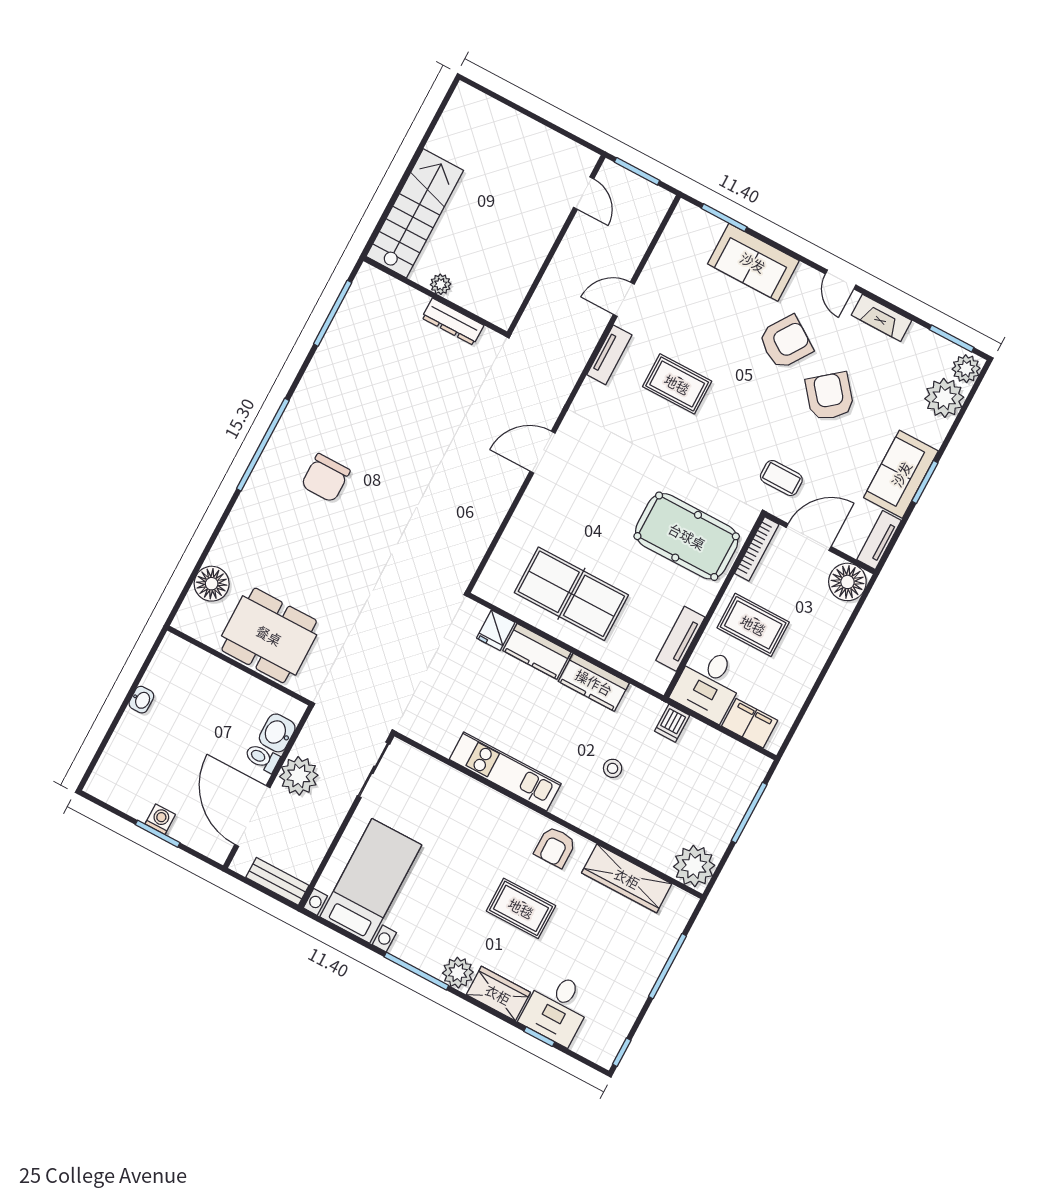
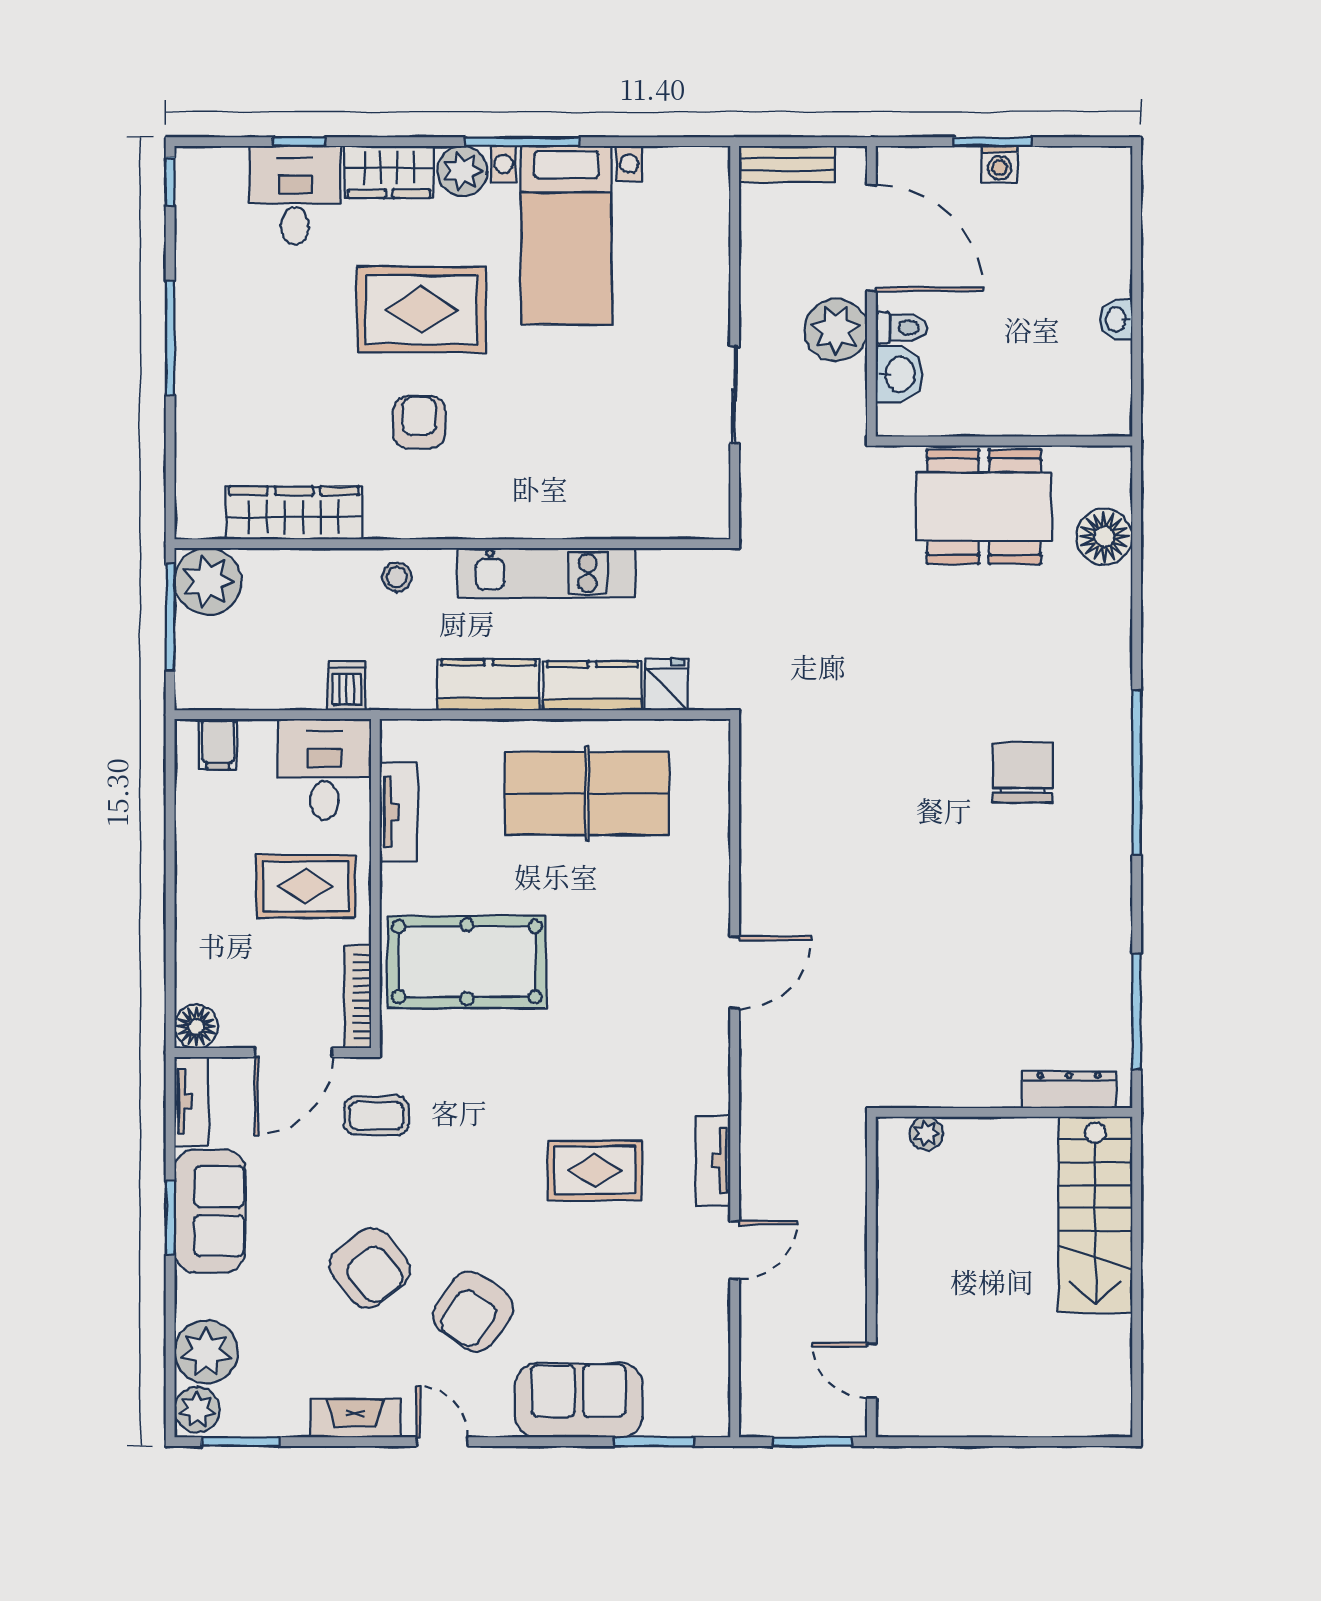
plant: (441, 284) -> (926, 1133), moved
dresser: (453, 322) -> (1069, 1090), moved
floor lamp: (847, 582) -> (196, 1026), width x0.73, depth x0.73
filing cabinet: (750, 723) -> (218, 744), width x0.50
kitchen unit: (505, 771) -> (547, 573), moved
wall: (549, 815) -> (452, 544), moved
plant: (694, 866) -> (208, 581), moved
wardrobe: (627, 878) -> (294, 513), moved
bed with nightstands: (371, 881) -> (566, 235), moved
rug: (521, 908) -> (421, 310), width x1.36, depth x1.43

